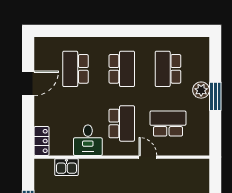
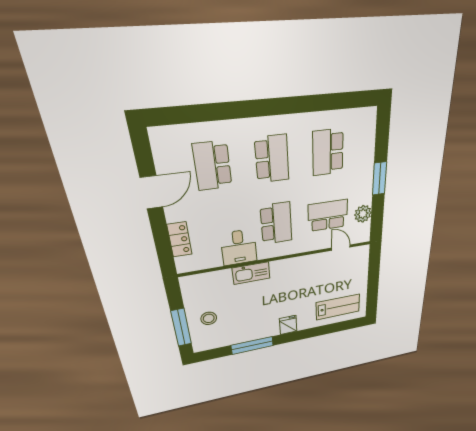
plant: (201, 90) -> (363, 214), moved
locker: (41, 141) -> (180, 239), moved
door: (148, 157) -> (341, 248), moved
kitchen sink: (66, 167) -> (251, 273), moved, width x1.38

